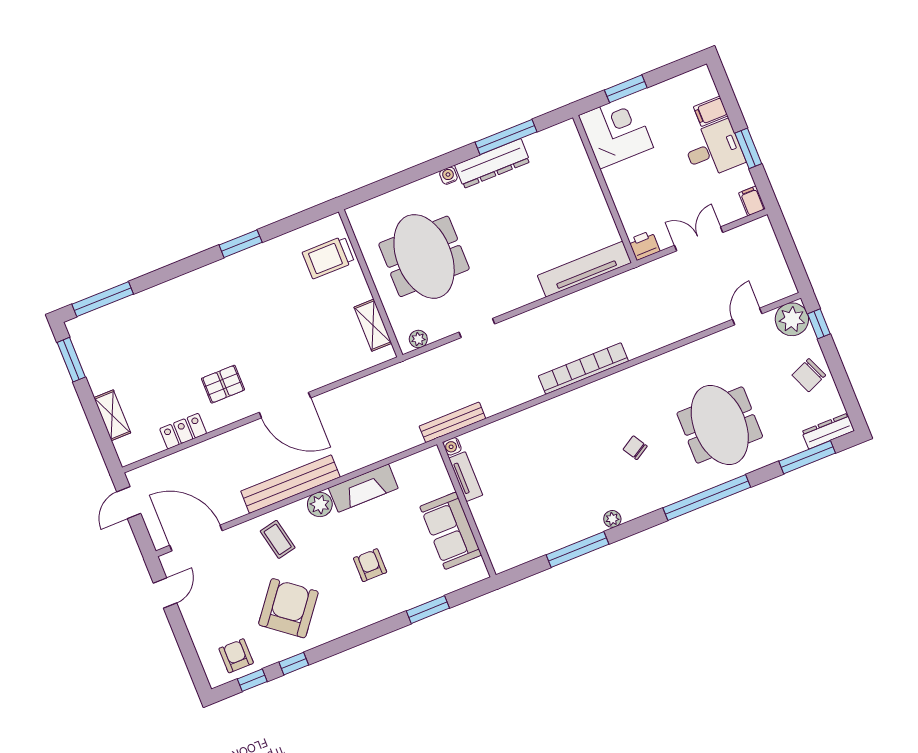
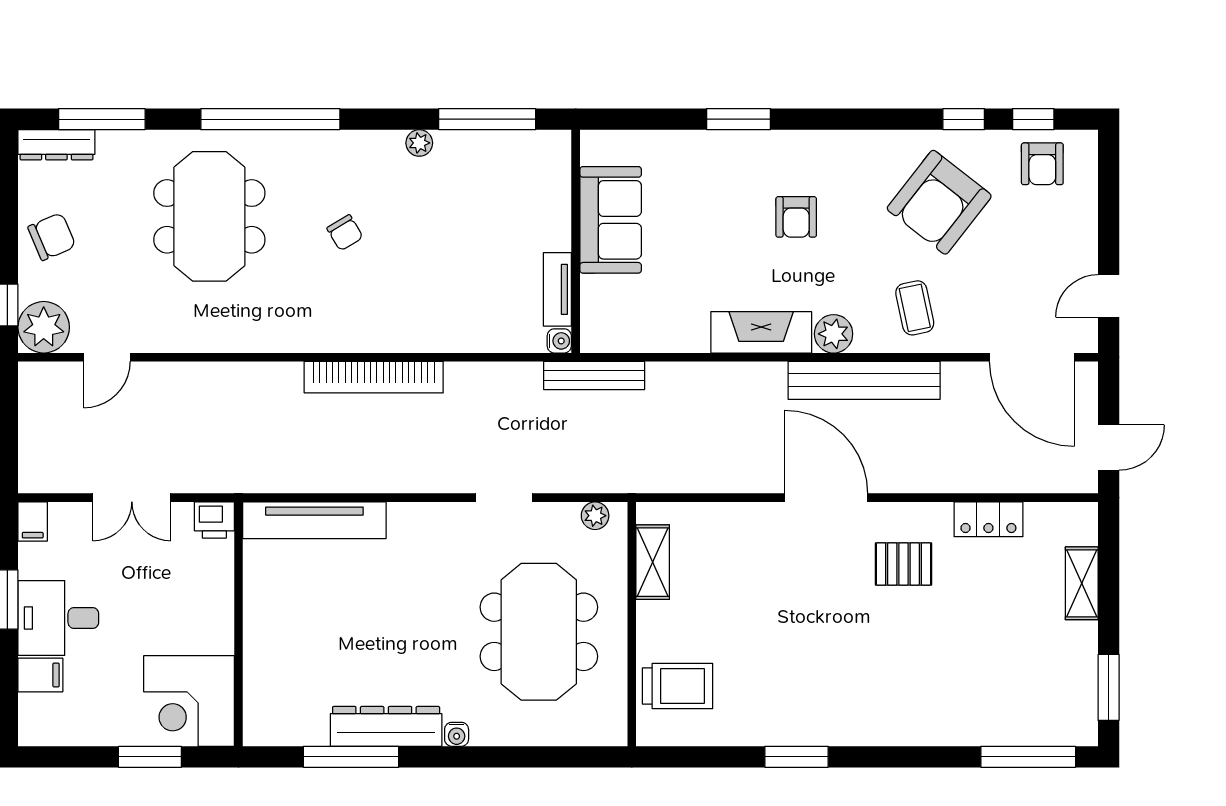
water cooler: (452, 446) -> (559, 341), moved
tv unit: (466, 477) -> (557, 289), moved
wall: (466, 510) -> (576, 241), moved
sofa: (451, 531) -> (611, 220), moved

